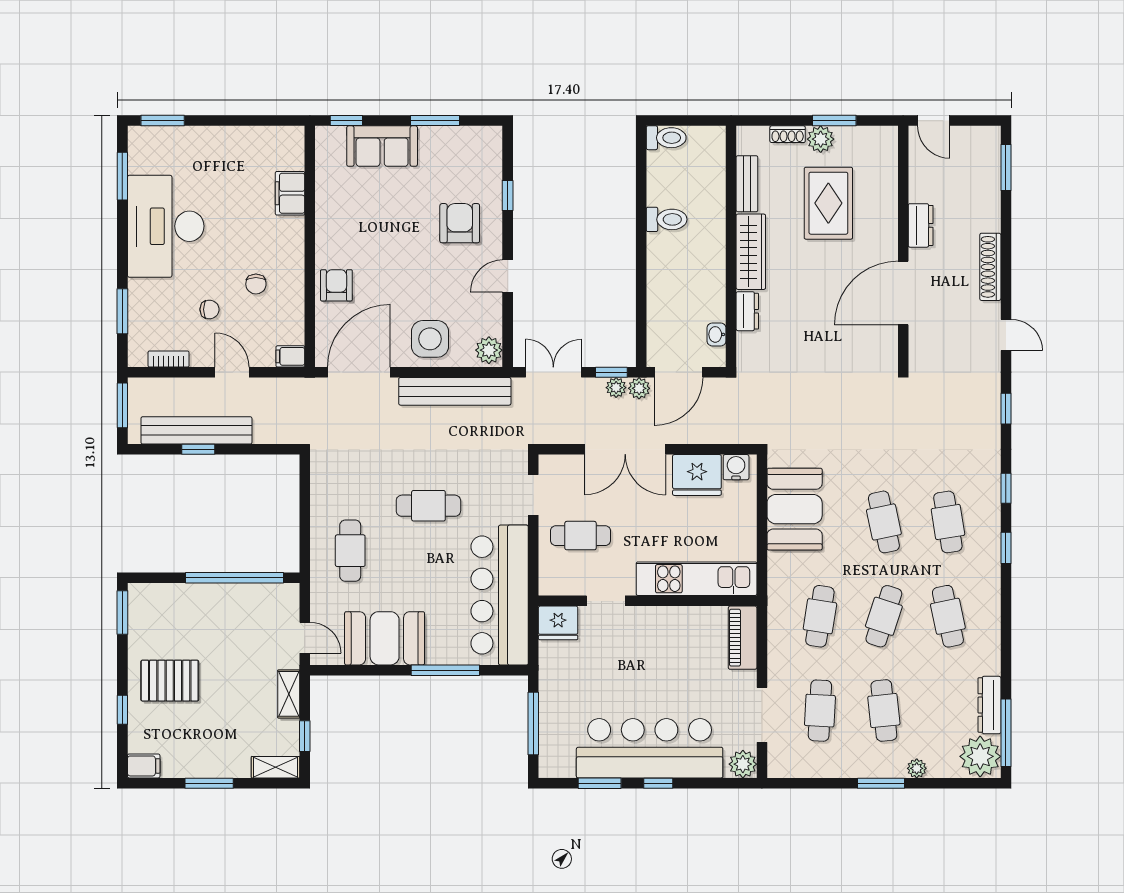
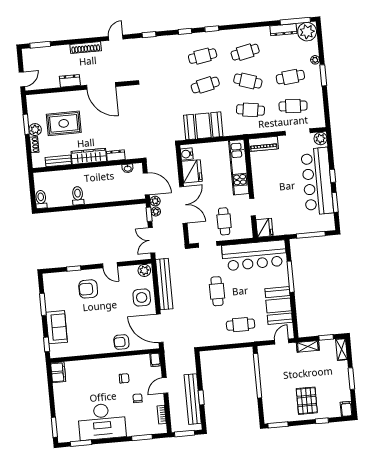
filing cabinet: (290, 193) -> (58, 372), moved, turned -90

